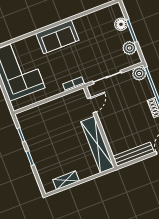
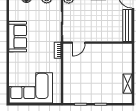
sofa: (57, 37) -> (18, 37), moved
door: (92, 105) -> (79, 43), swing flipped
shelving: (98, 145) -> (110, 50), removed

